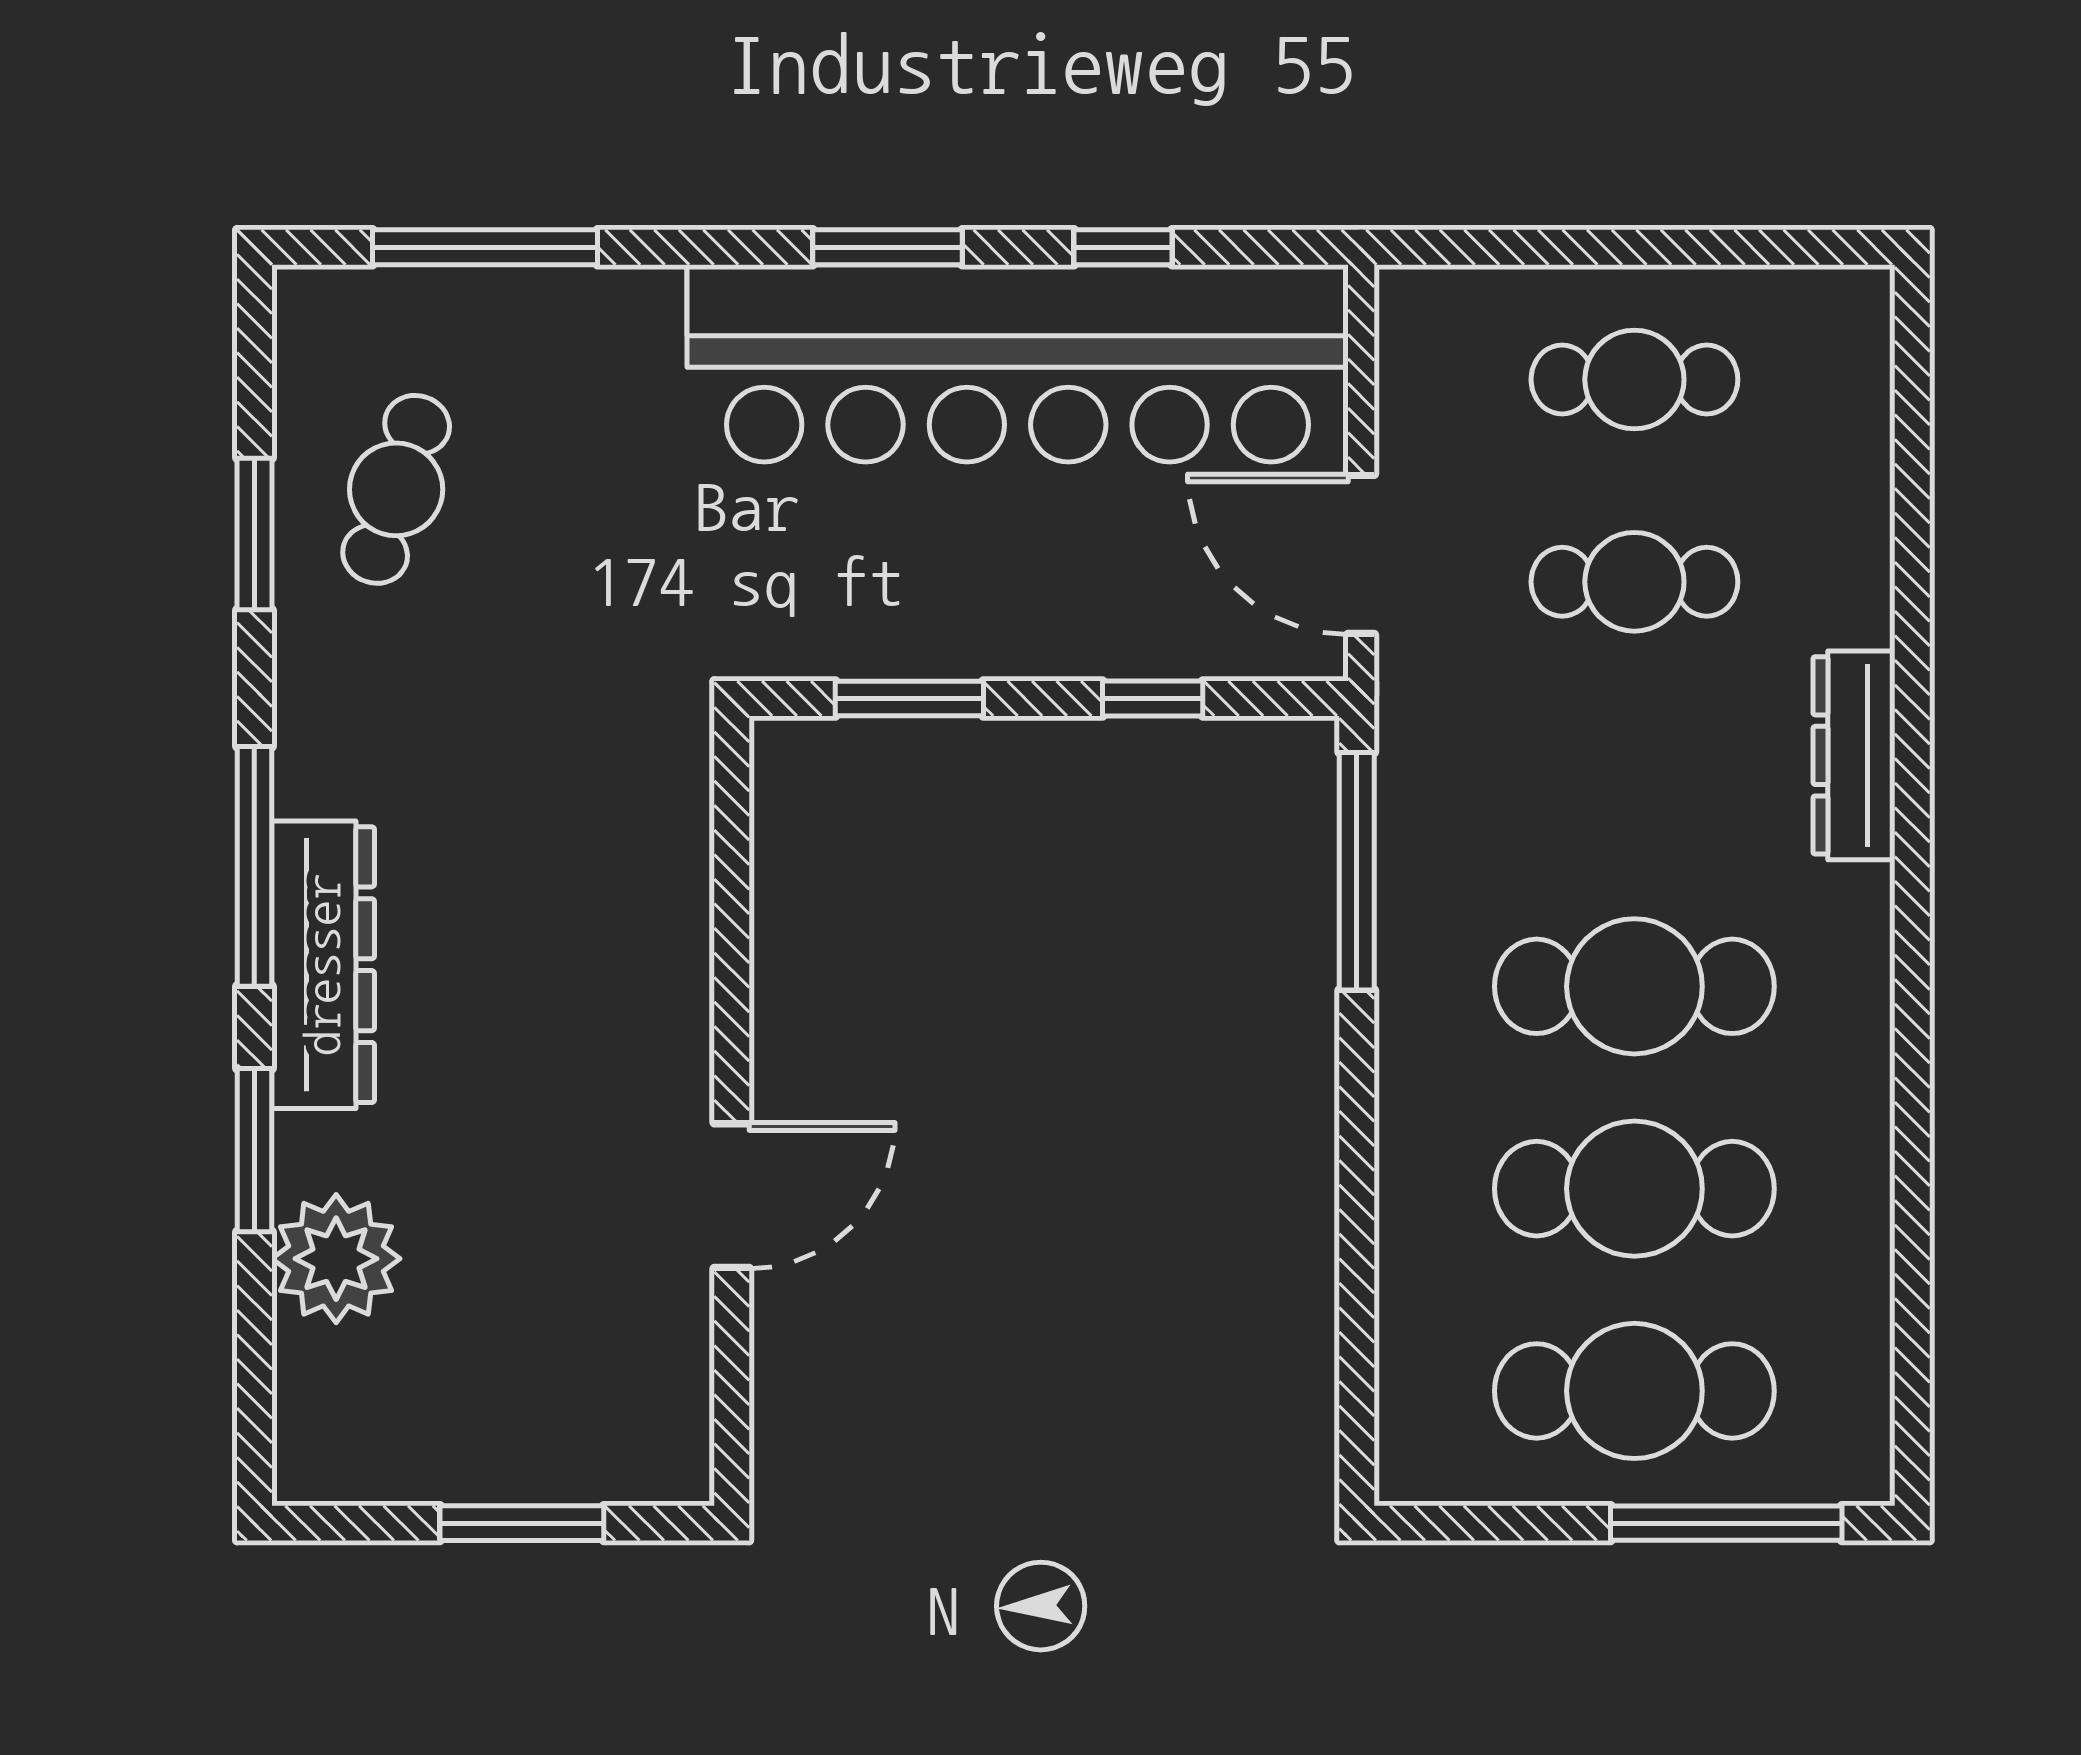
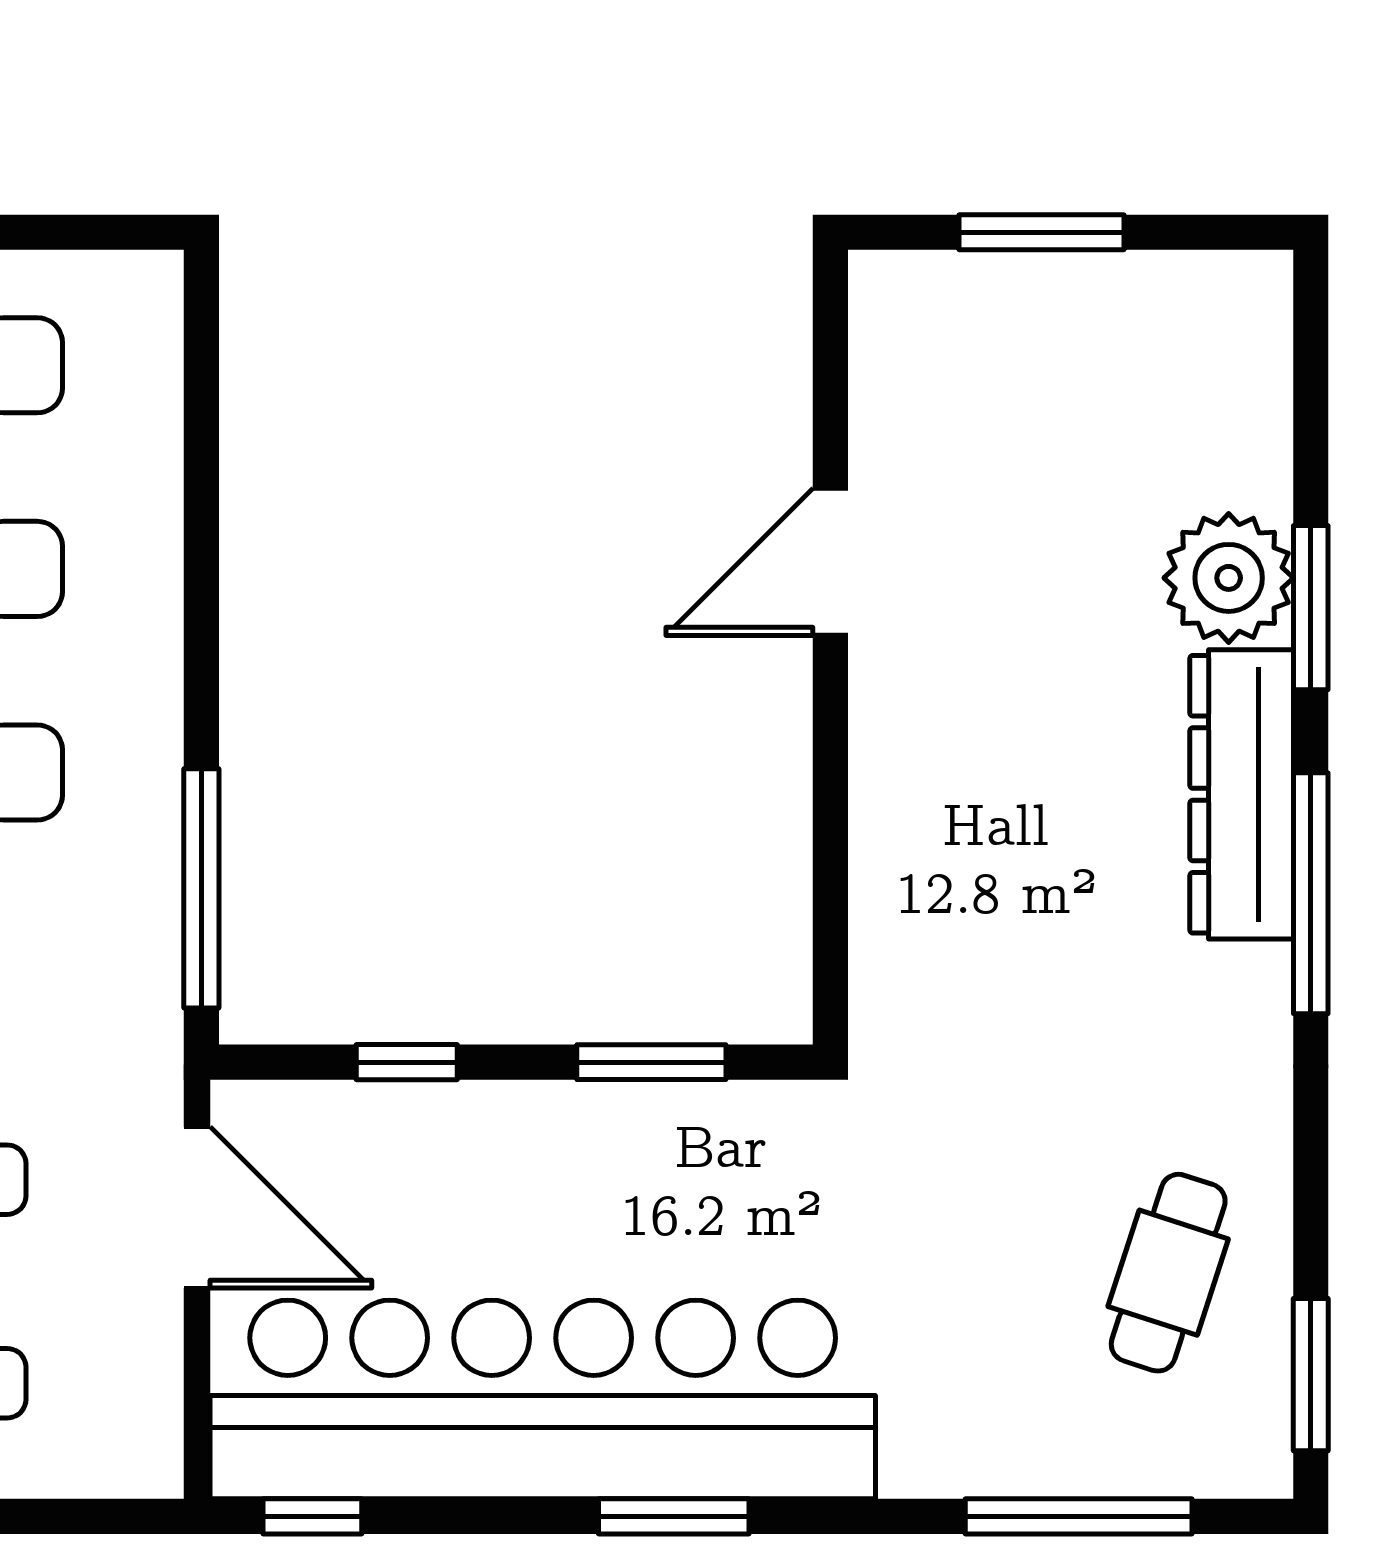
window: (1123, 247) -> (312, 1516), moved
window: (254, 534) -> (1311, 1375), moved
plant: (336, 1259) -> (1229, 578), moved

